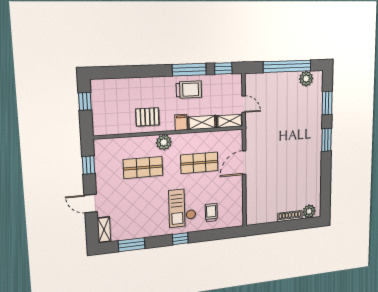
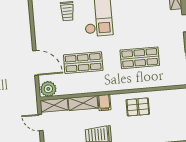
plant: (164, 142) -> (48, 89), moved
door: (244, 163) -> (35, 63), hinge flipped

